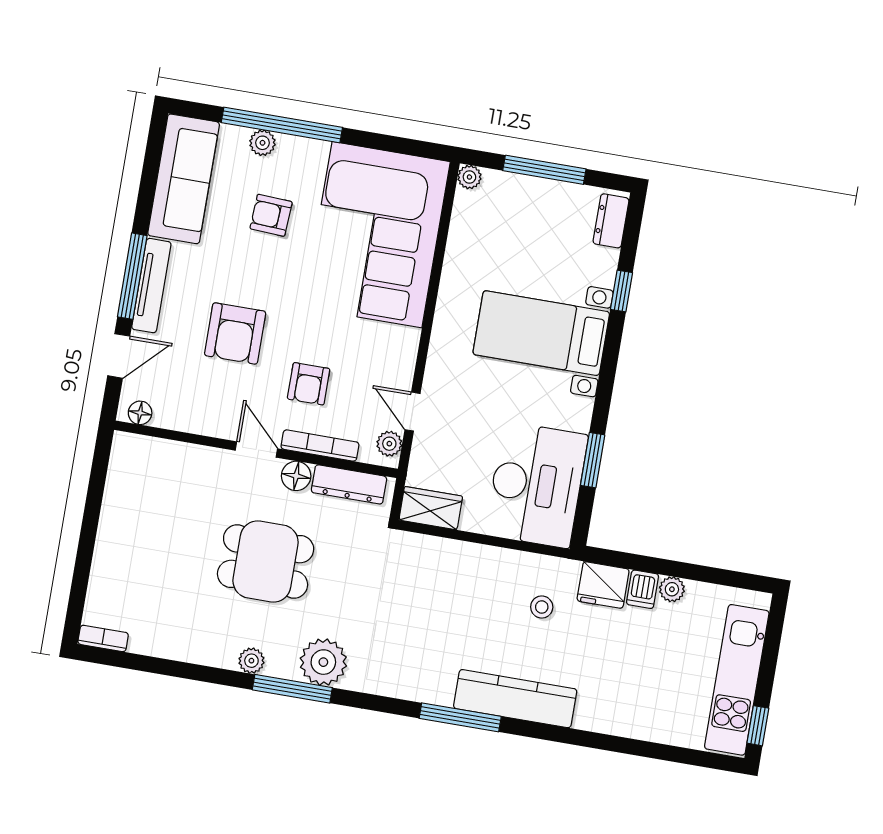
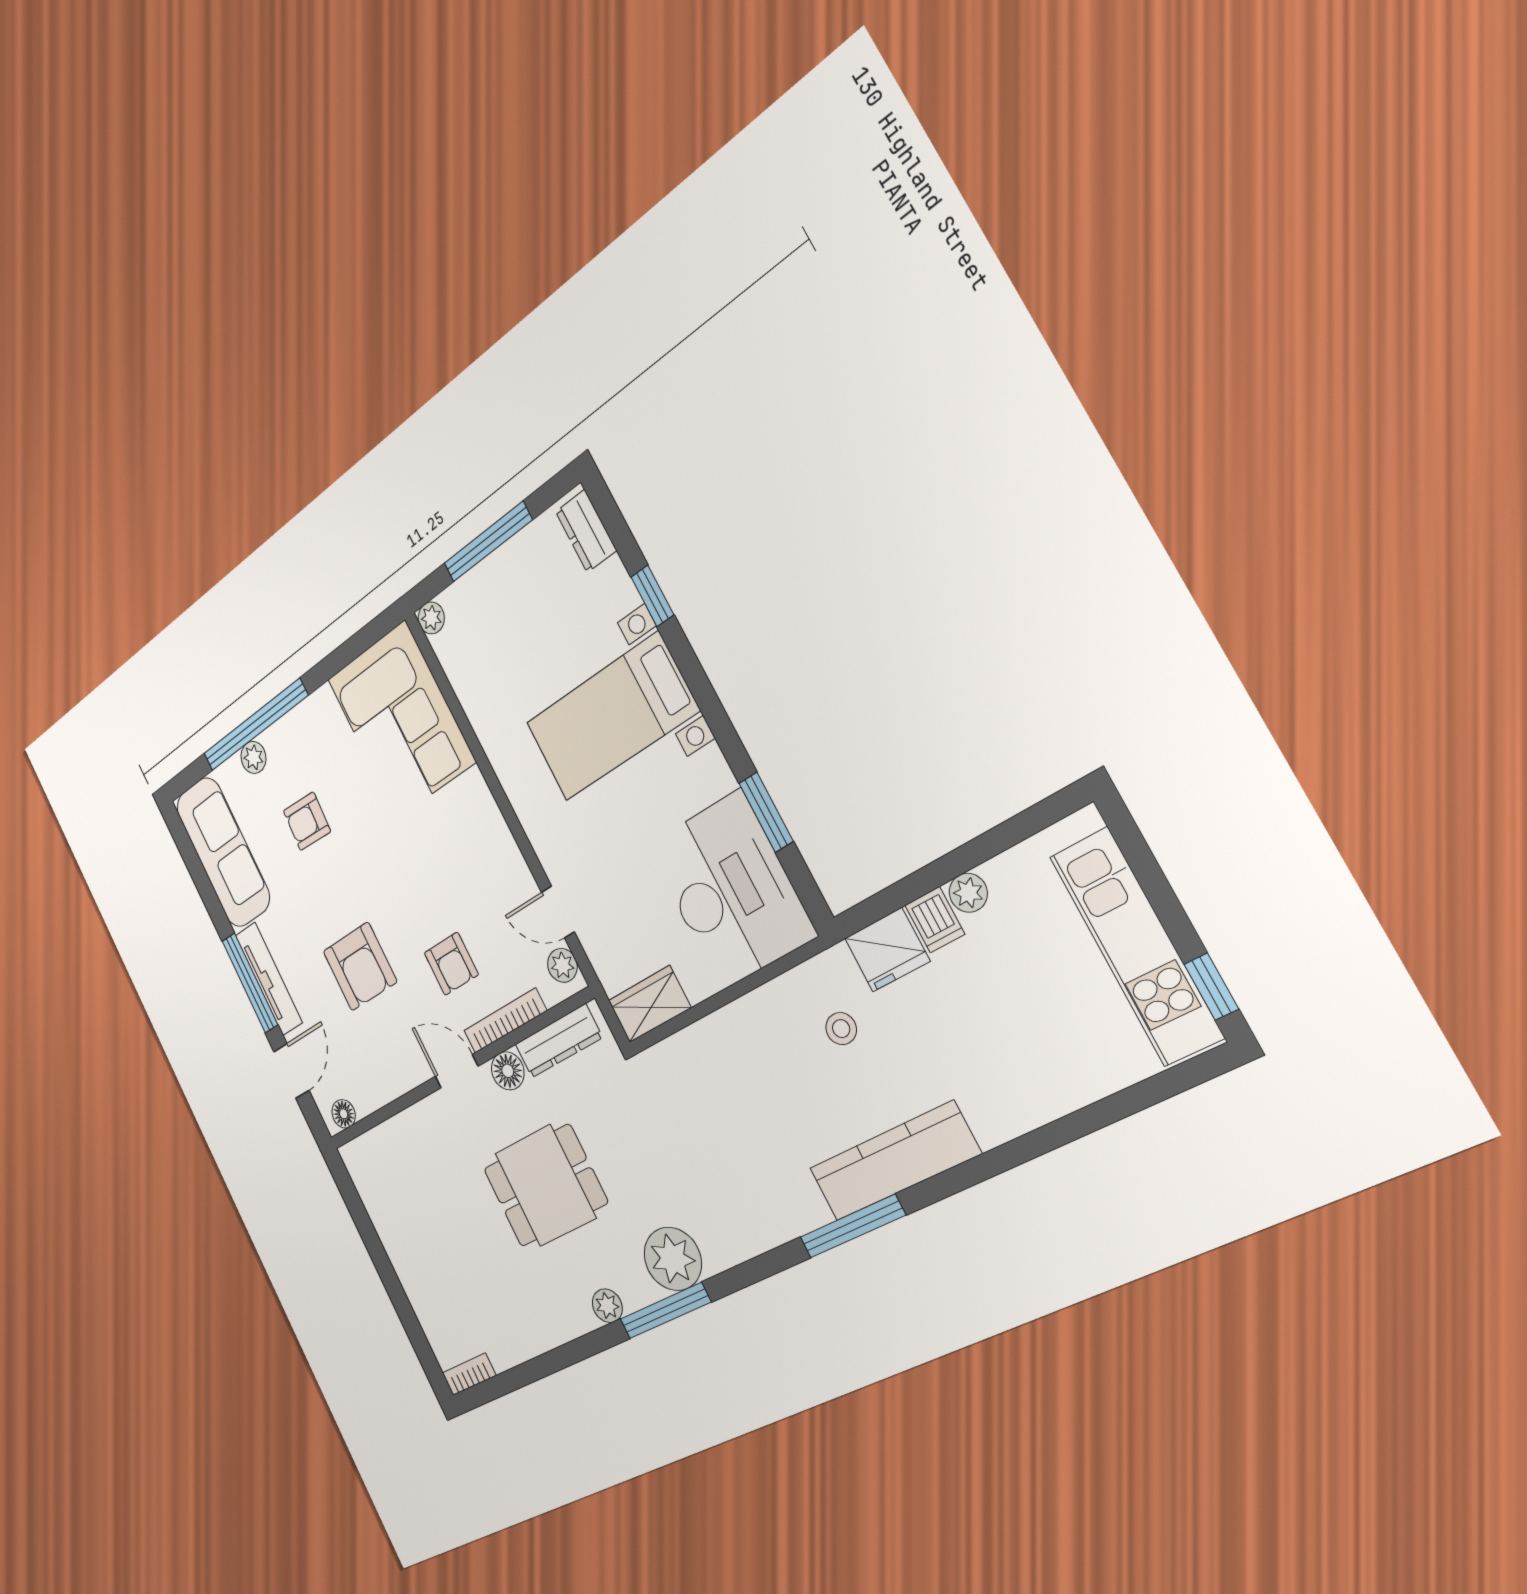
corner sofa: (377, 235) -> (401, 720), width x0.73, depth x0.74

